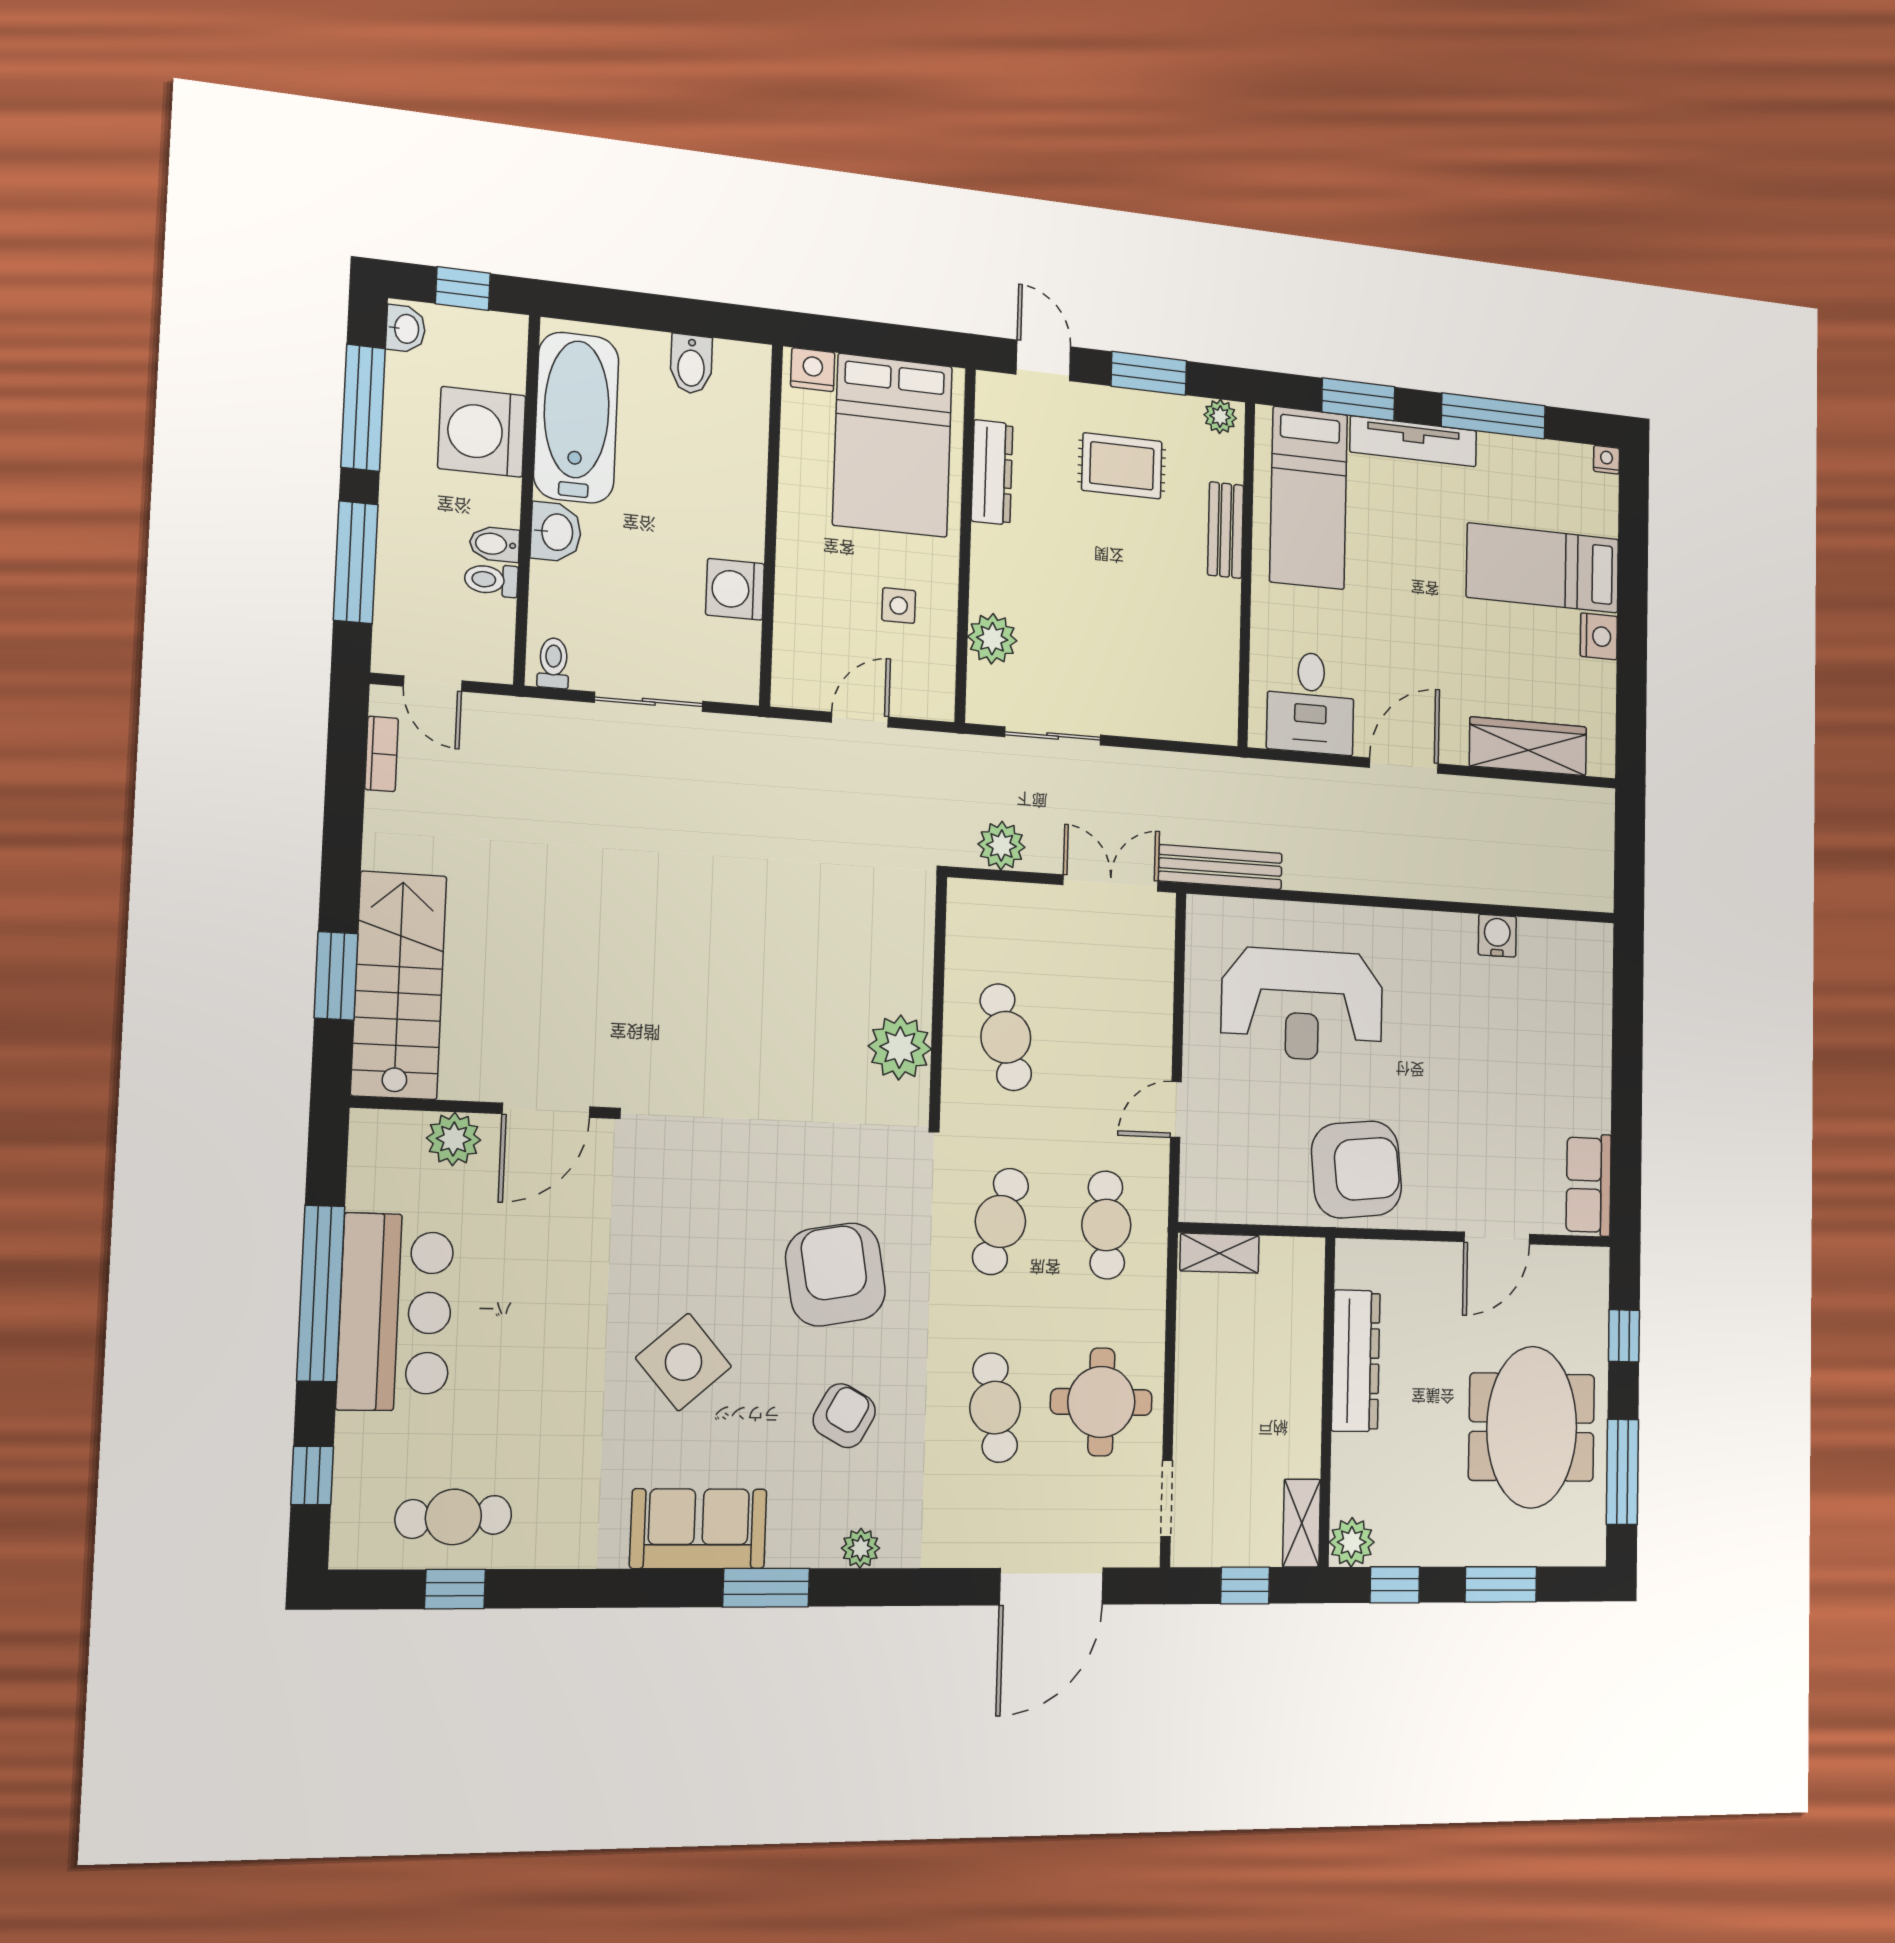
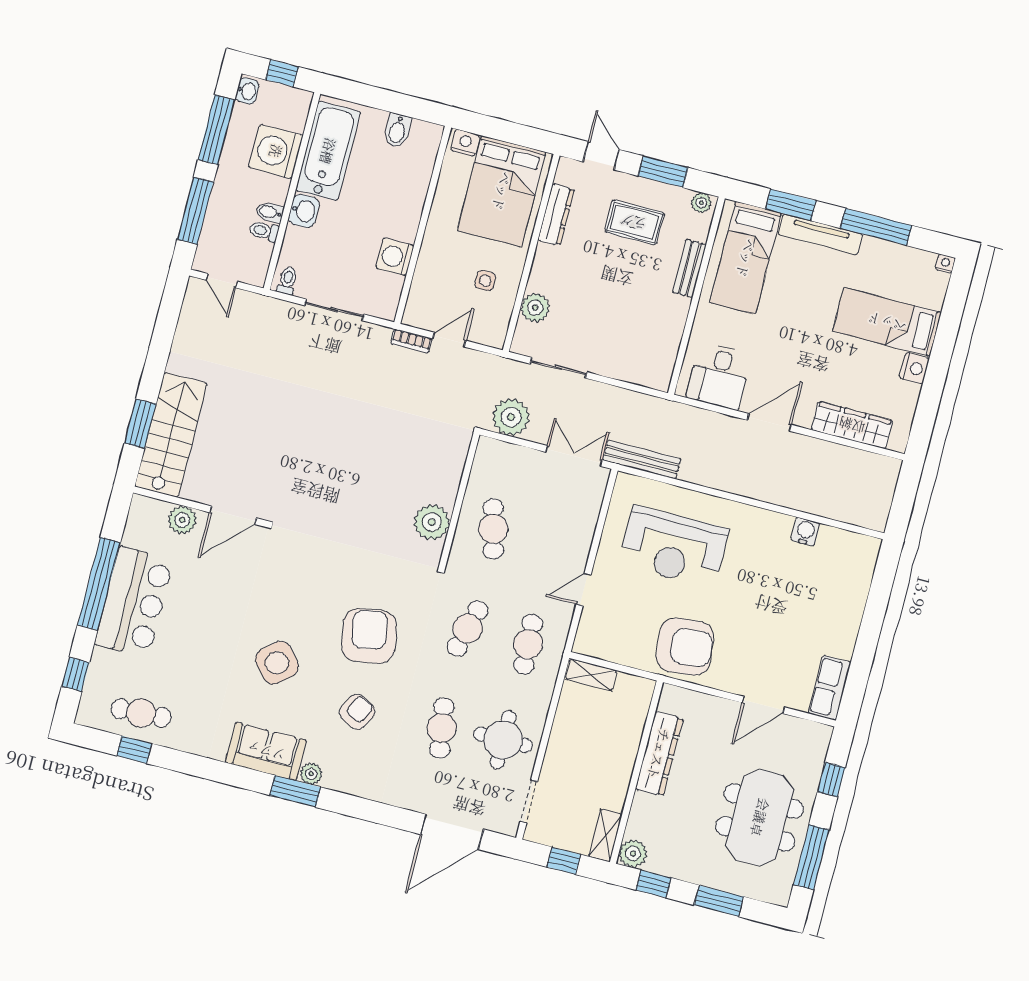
bookcase: (382, 754) -> (411, 341), moved, turned 90
plant: (1001, 846) -> (511, 417), width x1.36, depth x1.36
plant: (860, 1548) -> (311, 774), moved

